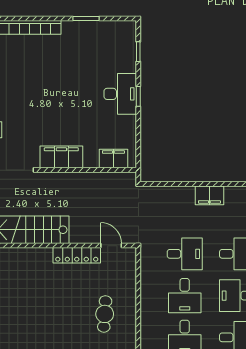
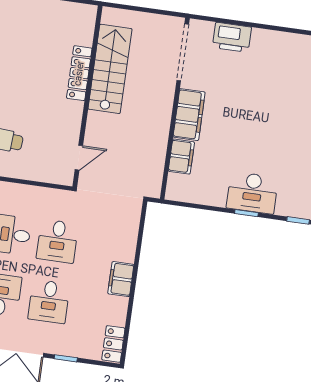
filing cabinet: (113, 159) -> (181, 157), moved
locker: (77, 255) -> (79, 73), moved

